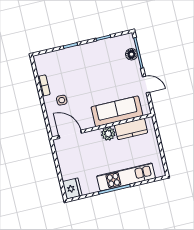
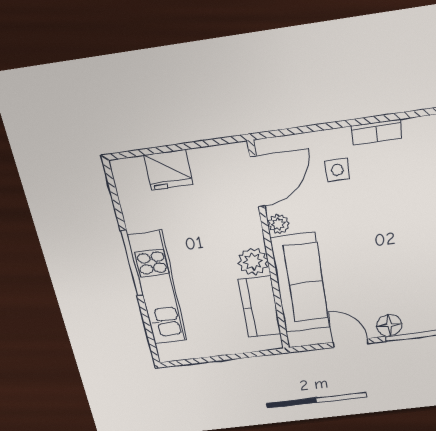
floor lamp: (131, 54) -> (389, 325), moved
door: (146, 84) -> (350, 343), swing flipped
plant: (89, 124) -> (278, 224), added
fridge: (72, 188) -> (168, 170), moved

